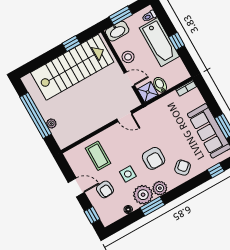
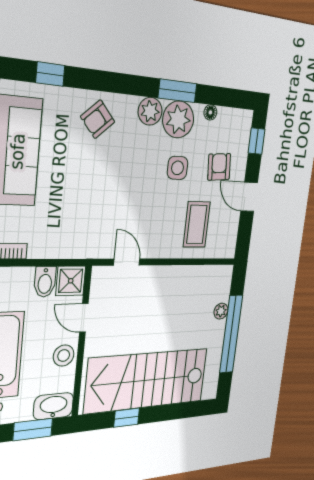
armchair: (154, 158) -> (129, 166), removed

